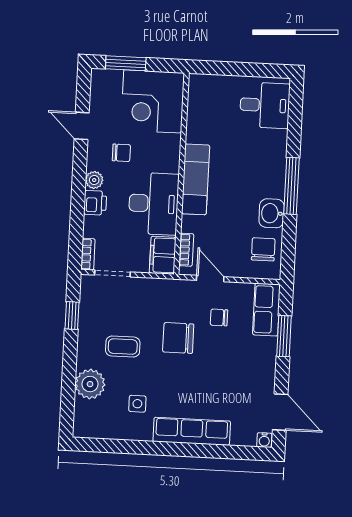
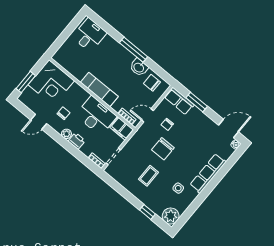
window: (72, 316) -> (147, 212), moved
plant: (90, 384) -> (171, 216), moved

